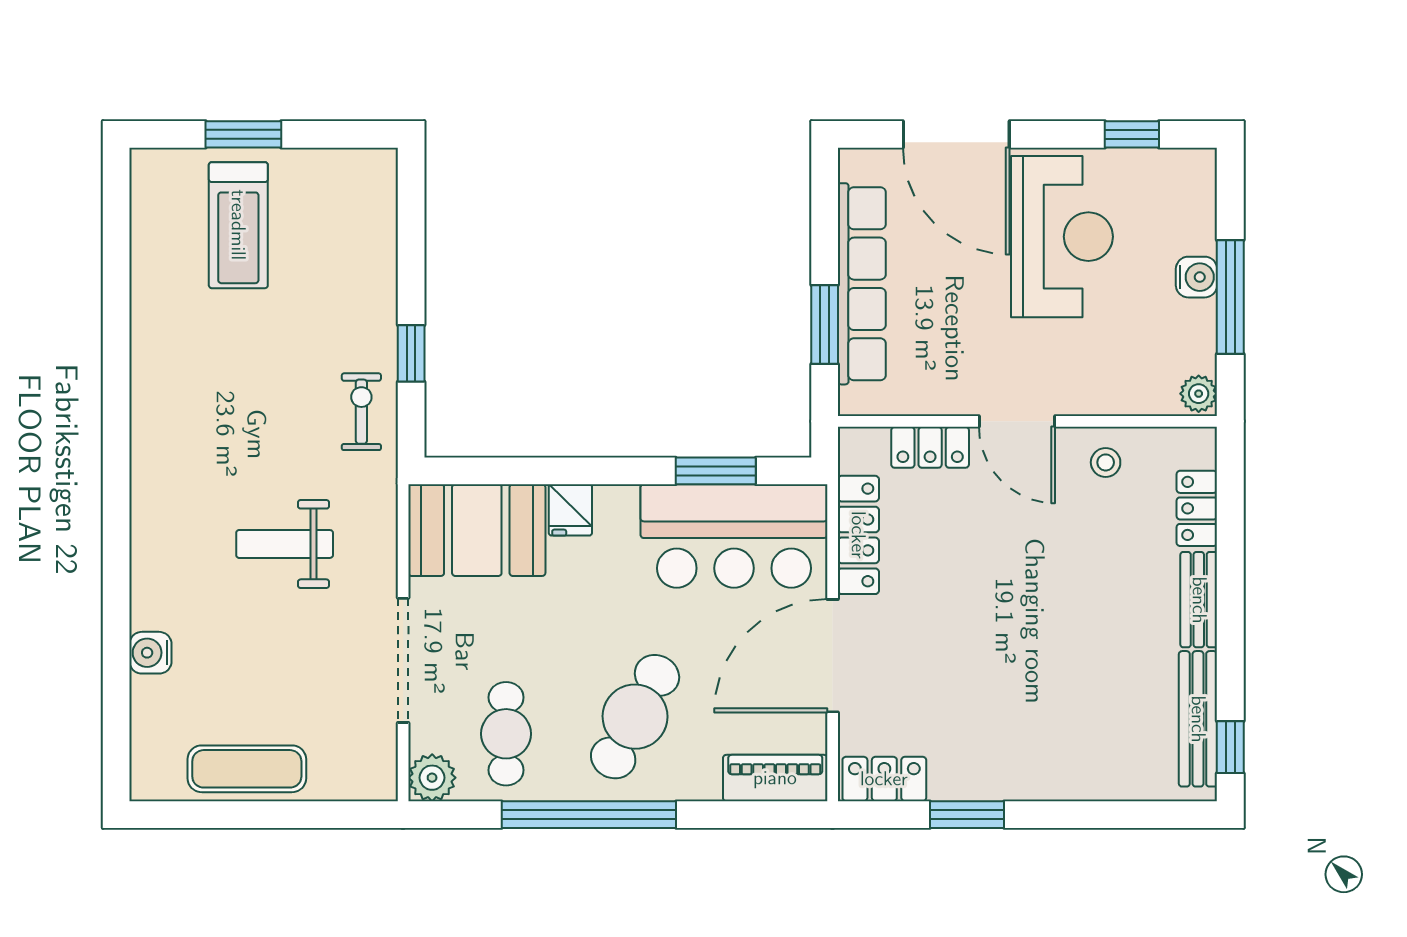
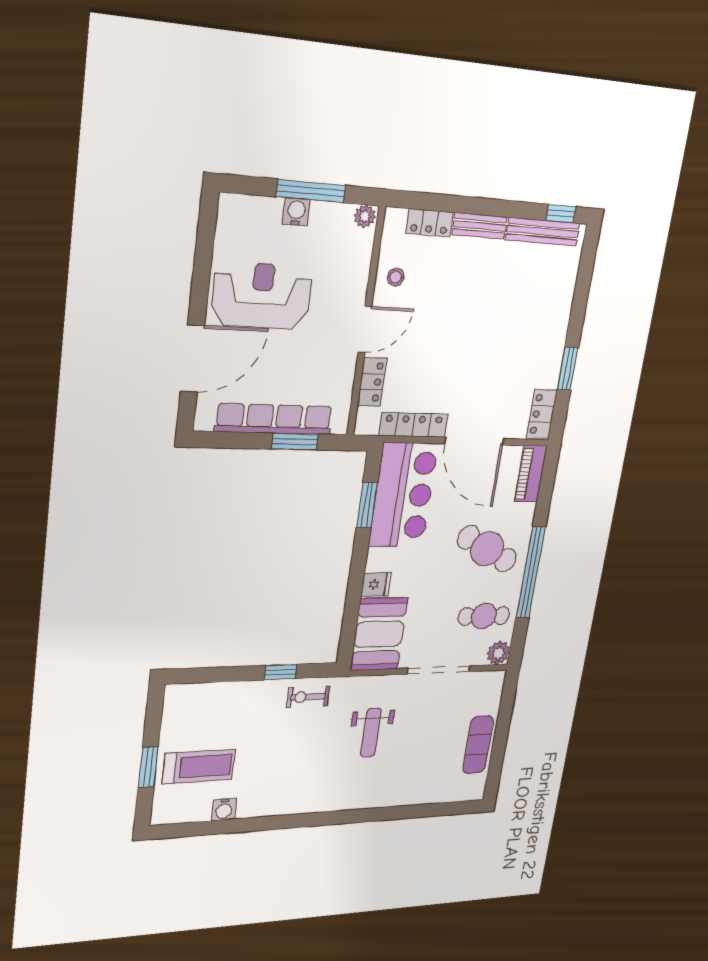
window: (1132, 134) -> (205, 247), removed
water cooler: (150, 653) -> (224, 810), moved

